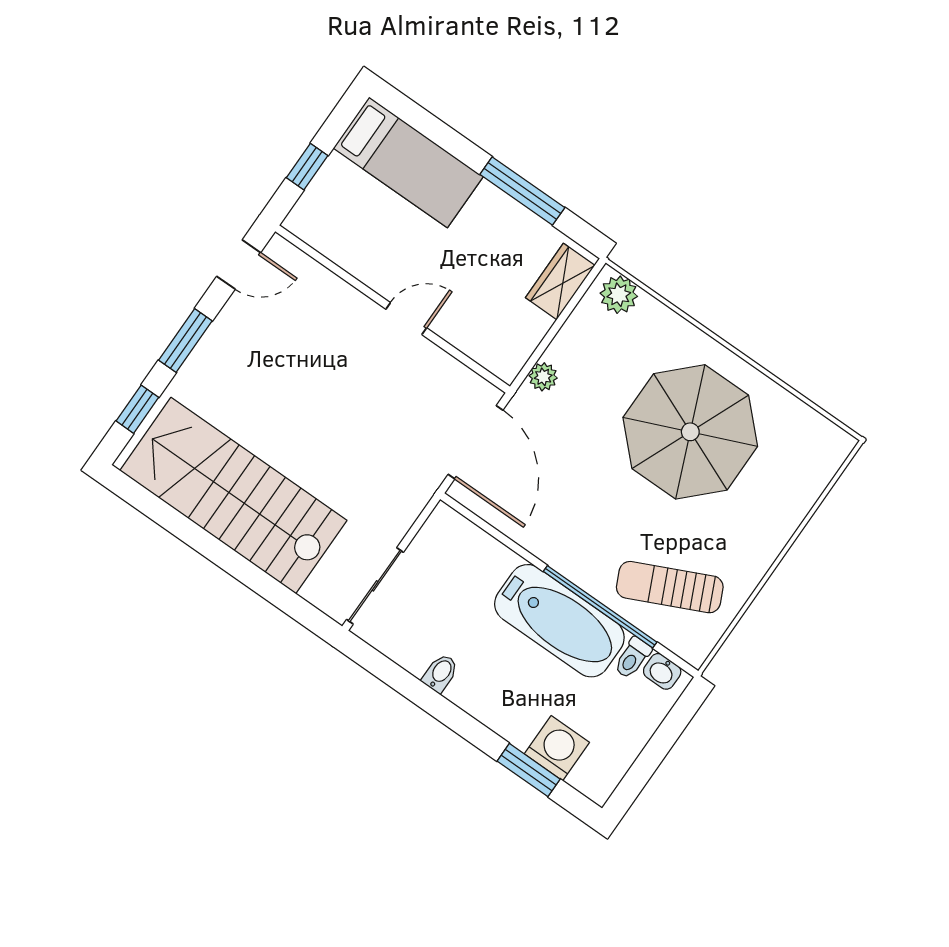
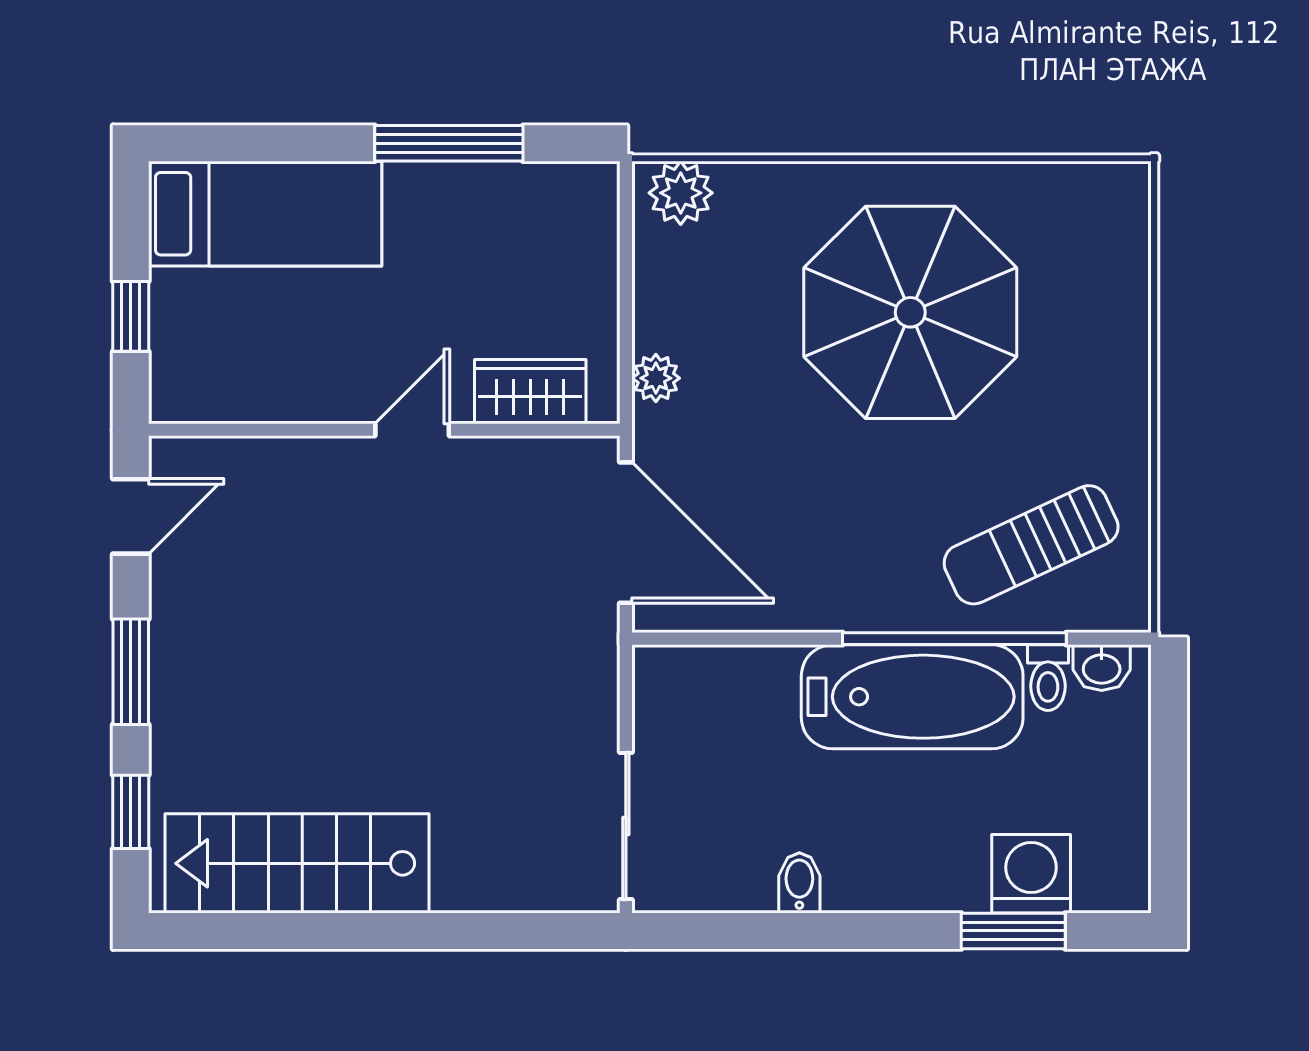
wardrobe: (560, 282) -> (530, 392), moved, turned 90
stairs: (233, 496) -> (297, 863), width x0.73, depth x0.66

